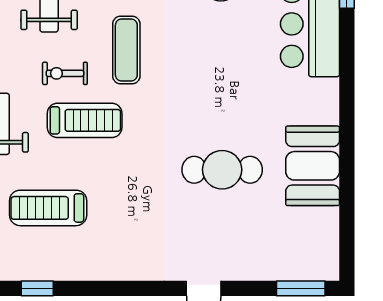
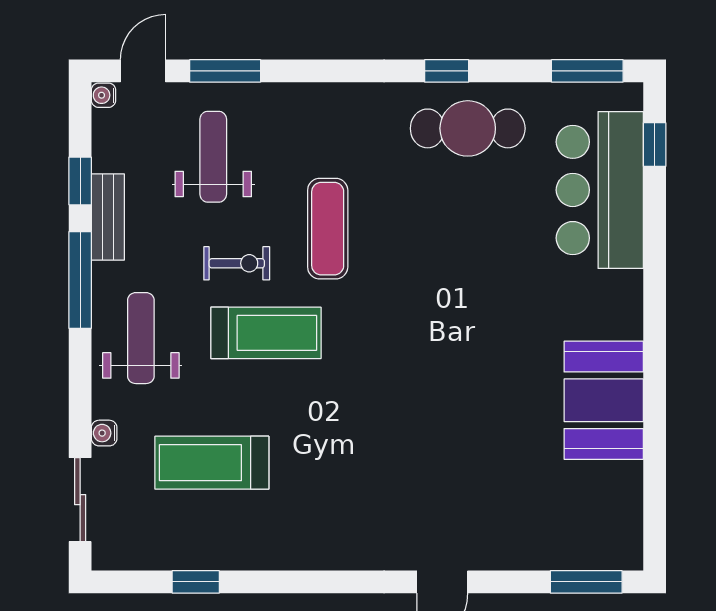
exercise bike: (65, 73) -> (237, 263), turned 180
cafe table: (222, 170) -> (470, 406), removed

